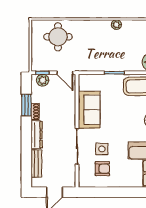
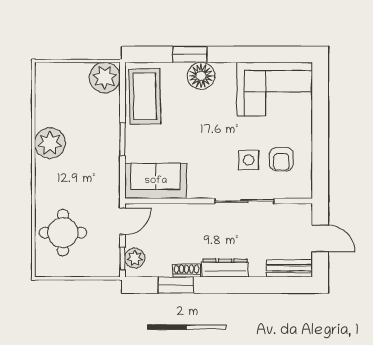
plant: (116, 25) -> (50, 143), width x1.87, depth x1.87
sofa: (89, 110) -> (156, 181), moved
bench: (36, 164) -> (289, 268), moved
armchair: (102, 169) -> (281, 159), turned 180

